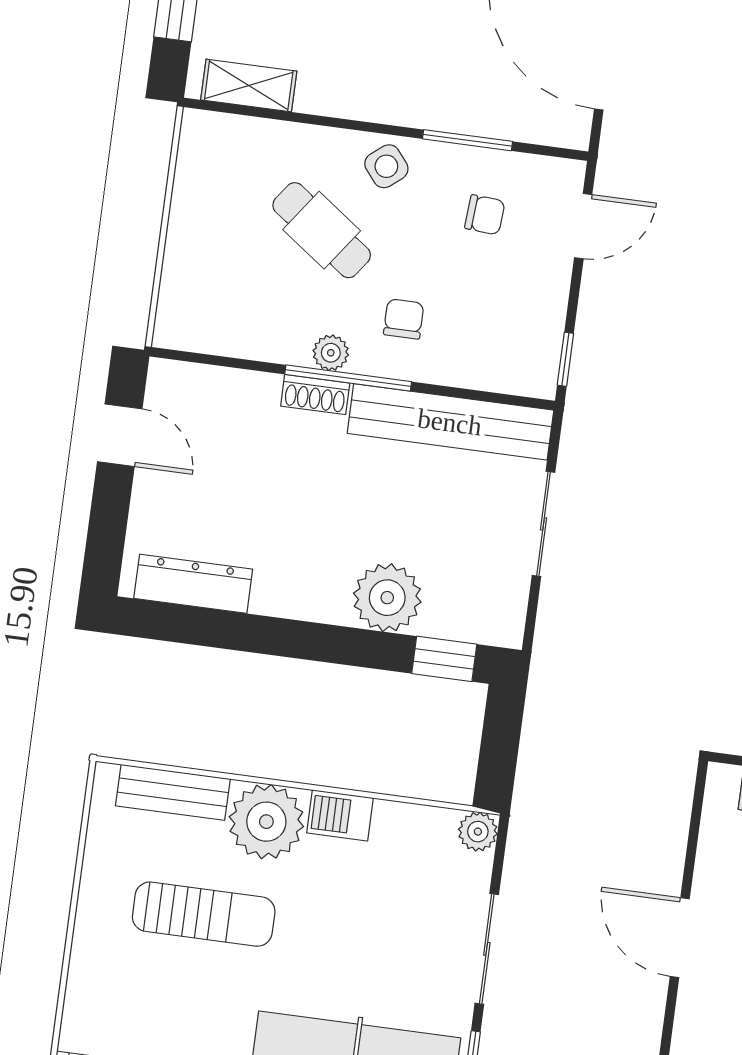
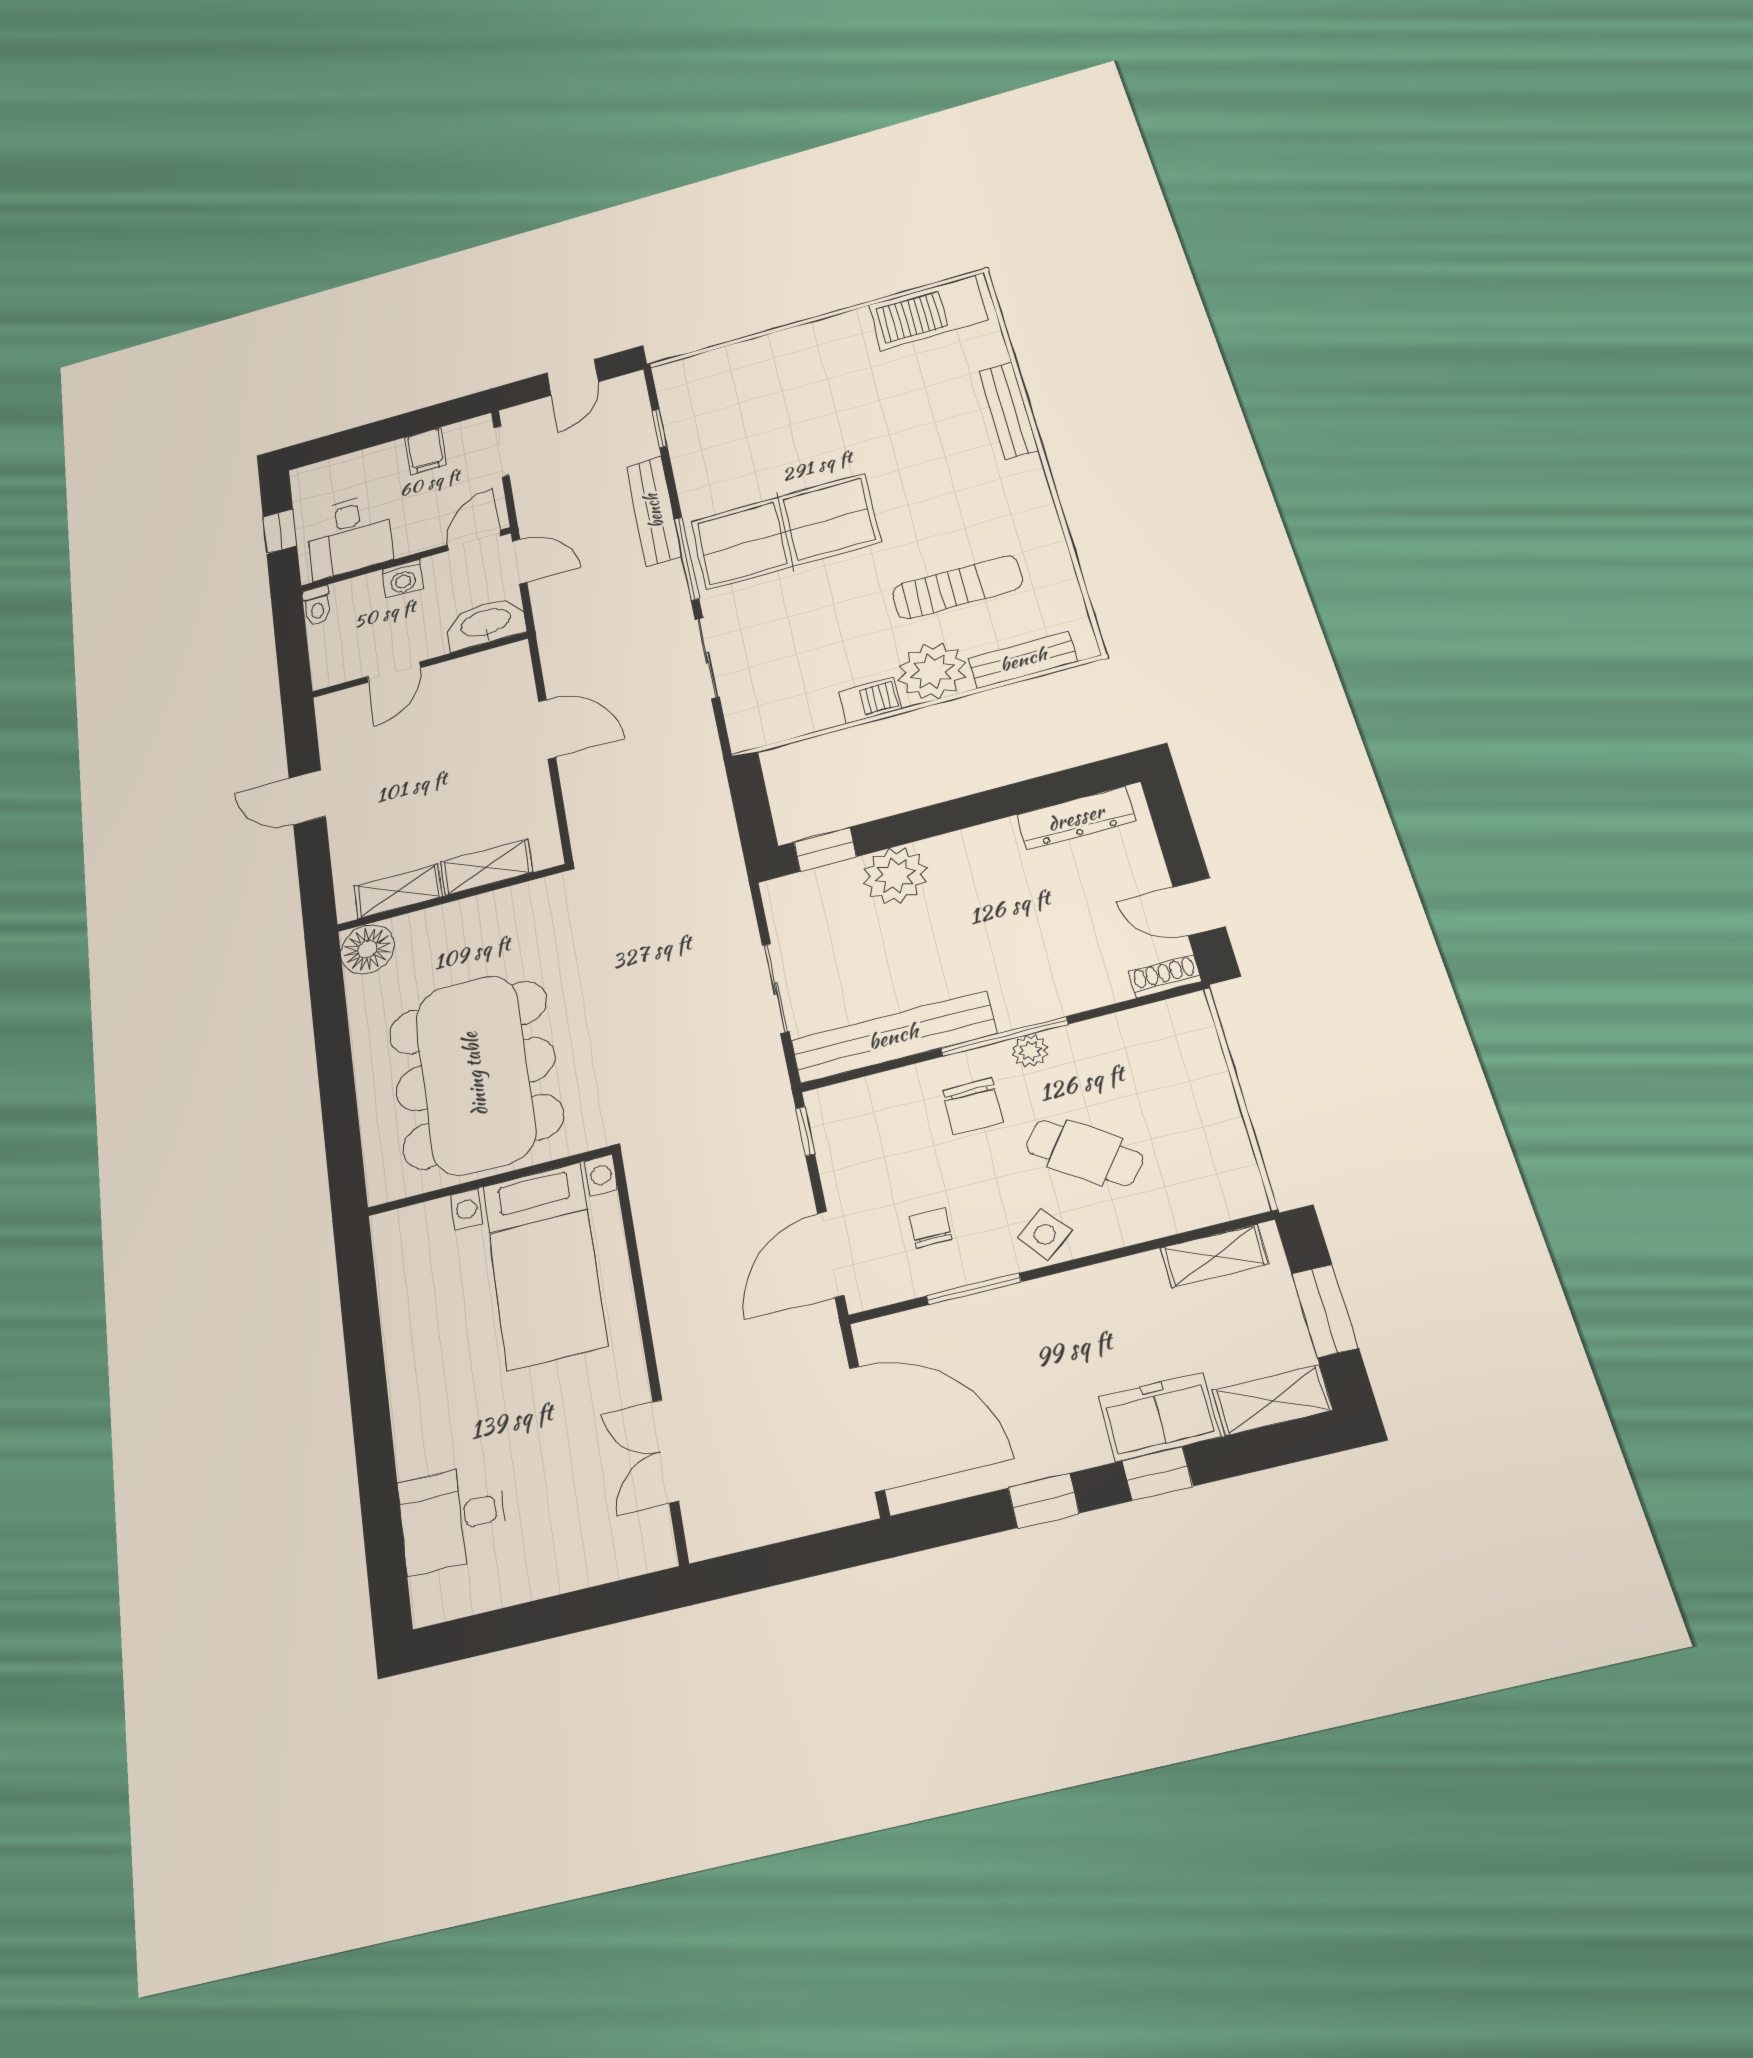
chair: (485, 215) -> (930, 1227), turned 86
door: (583, 226) -> (831, 1254), width x1.38
chair: (404, 319) -> (972, 1106), width x1.37, depth x1.37
shoe rack: (315, 395) -> (1165, 976), moved
plant: (478, 832) -> (746, 736), removed
sun lounger: (204, 914) -> (957, 587), turned 180

